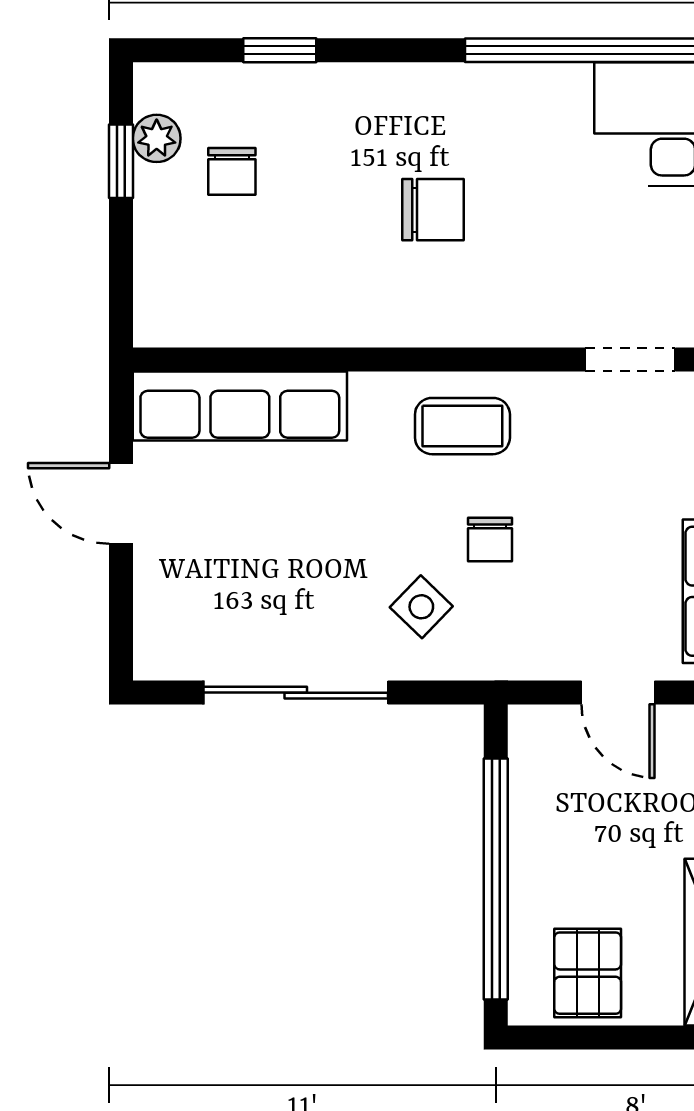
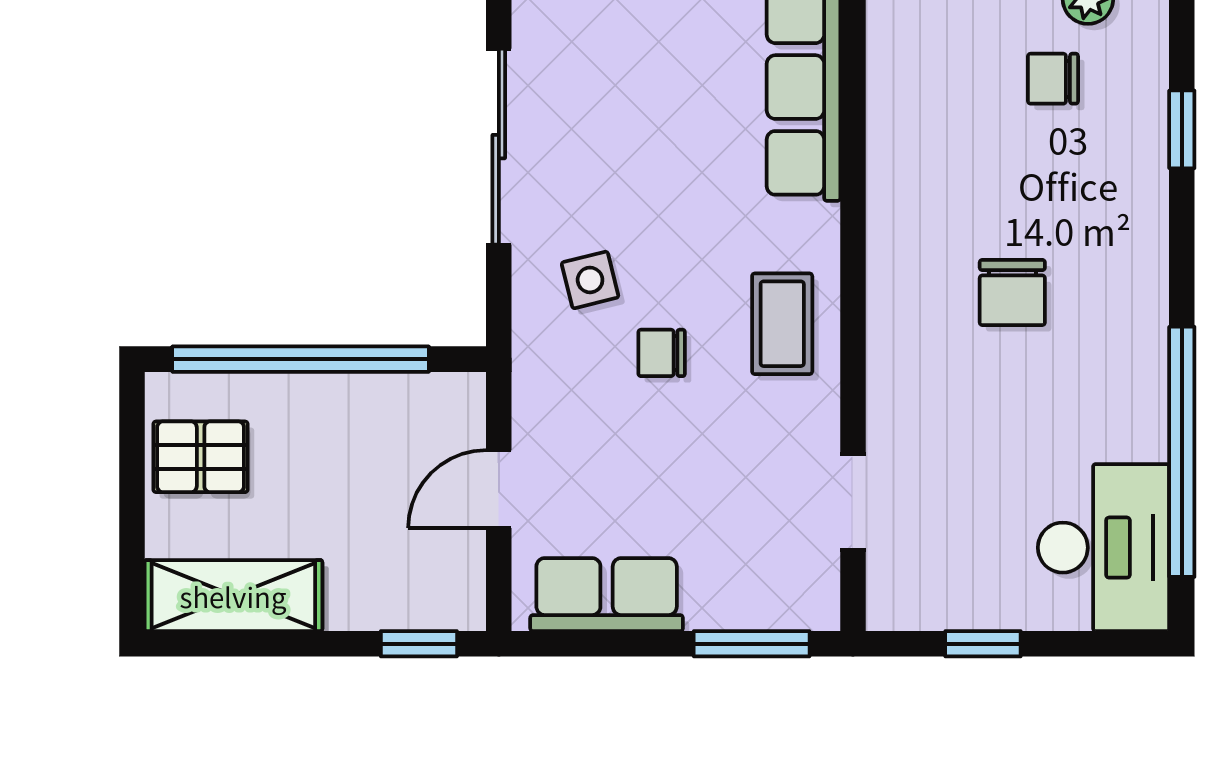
side table: (421, 607) -> (590, 280), turned 32

